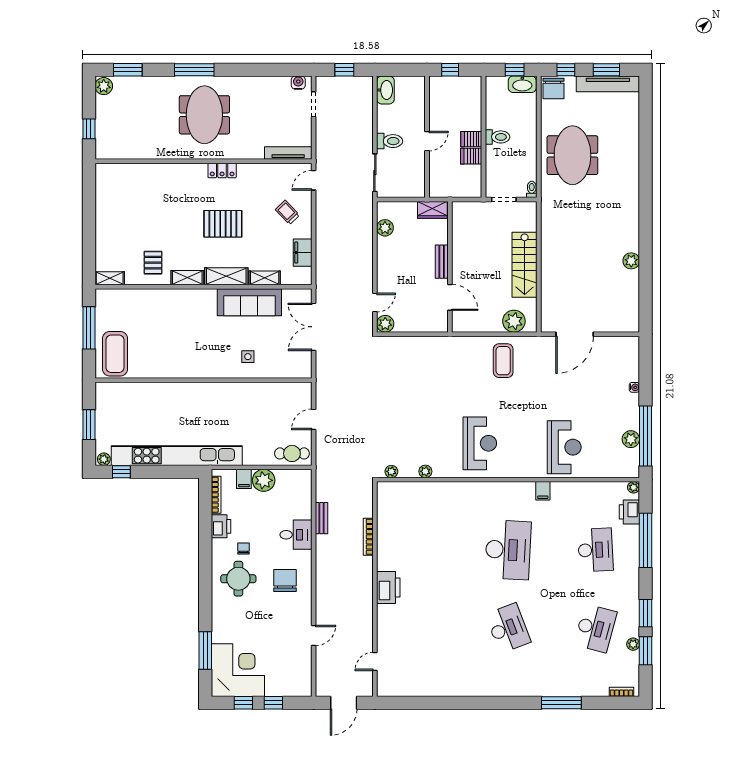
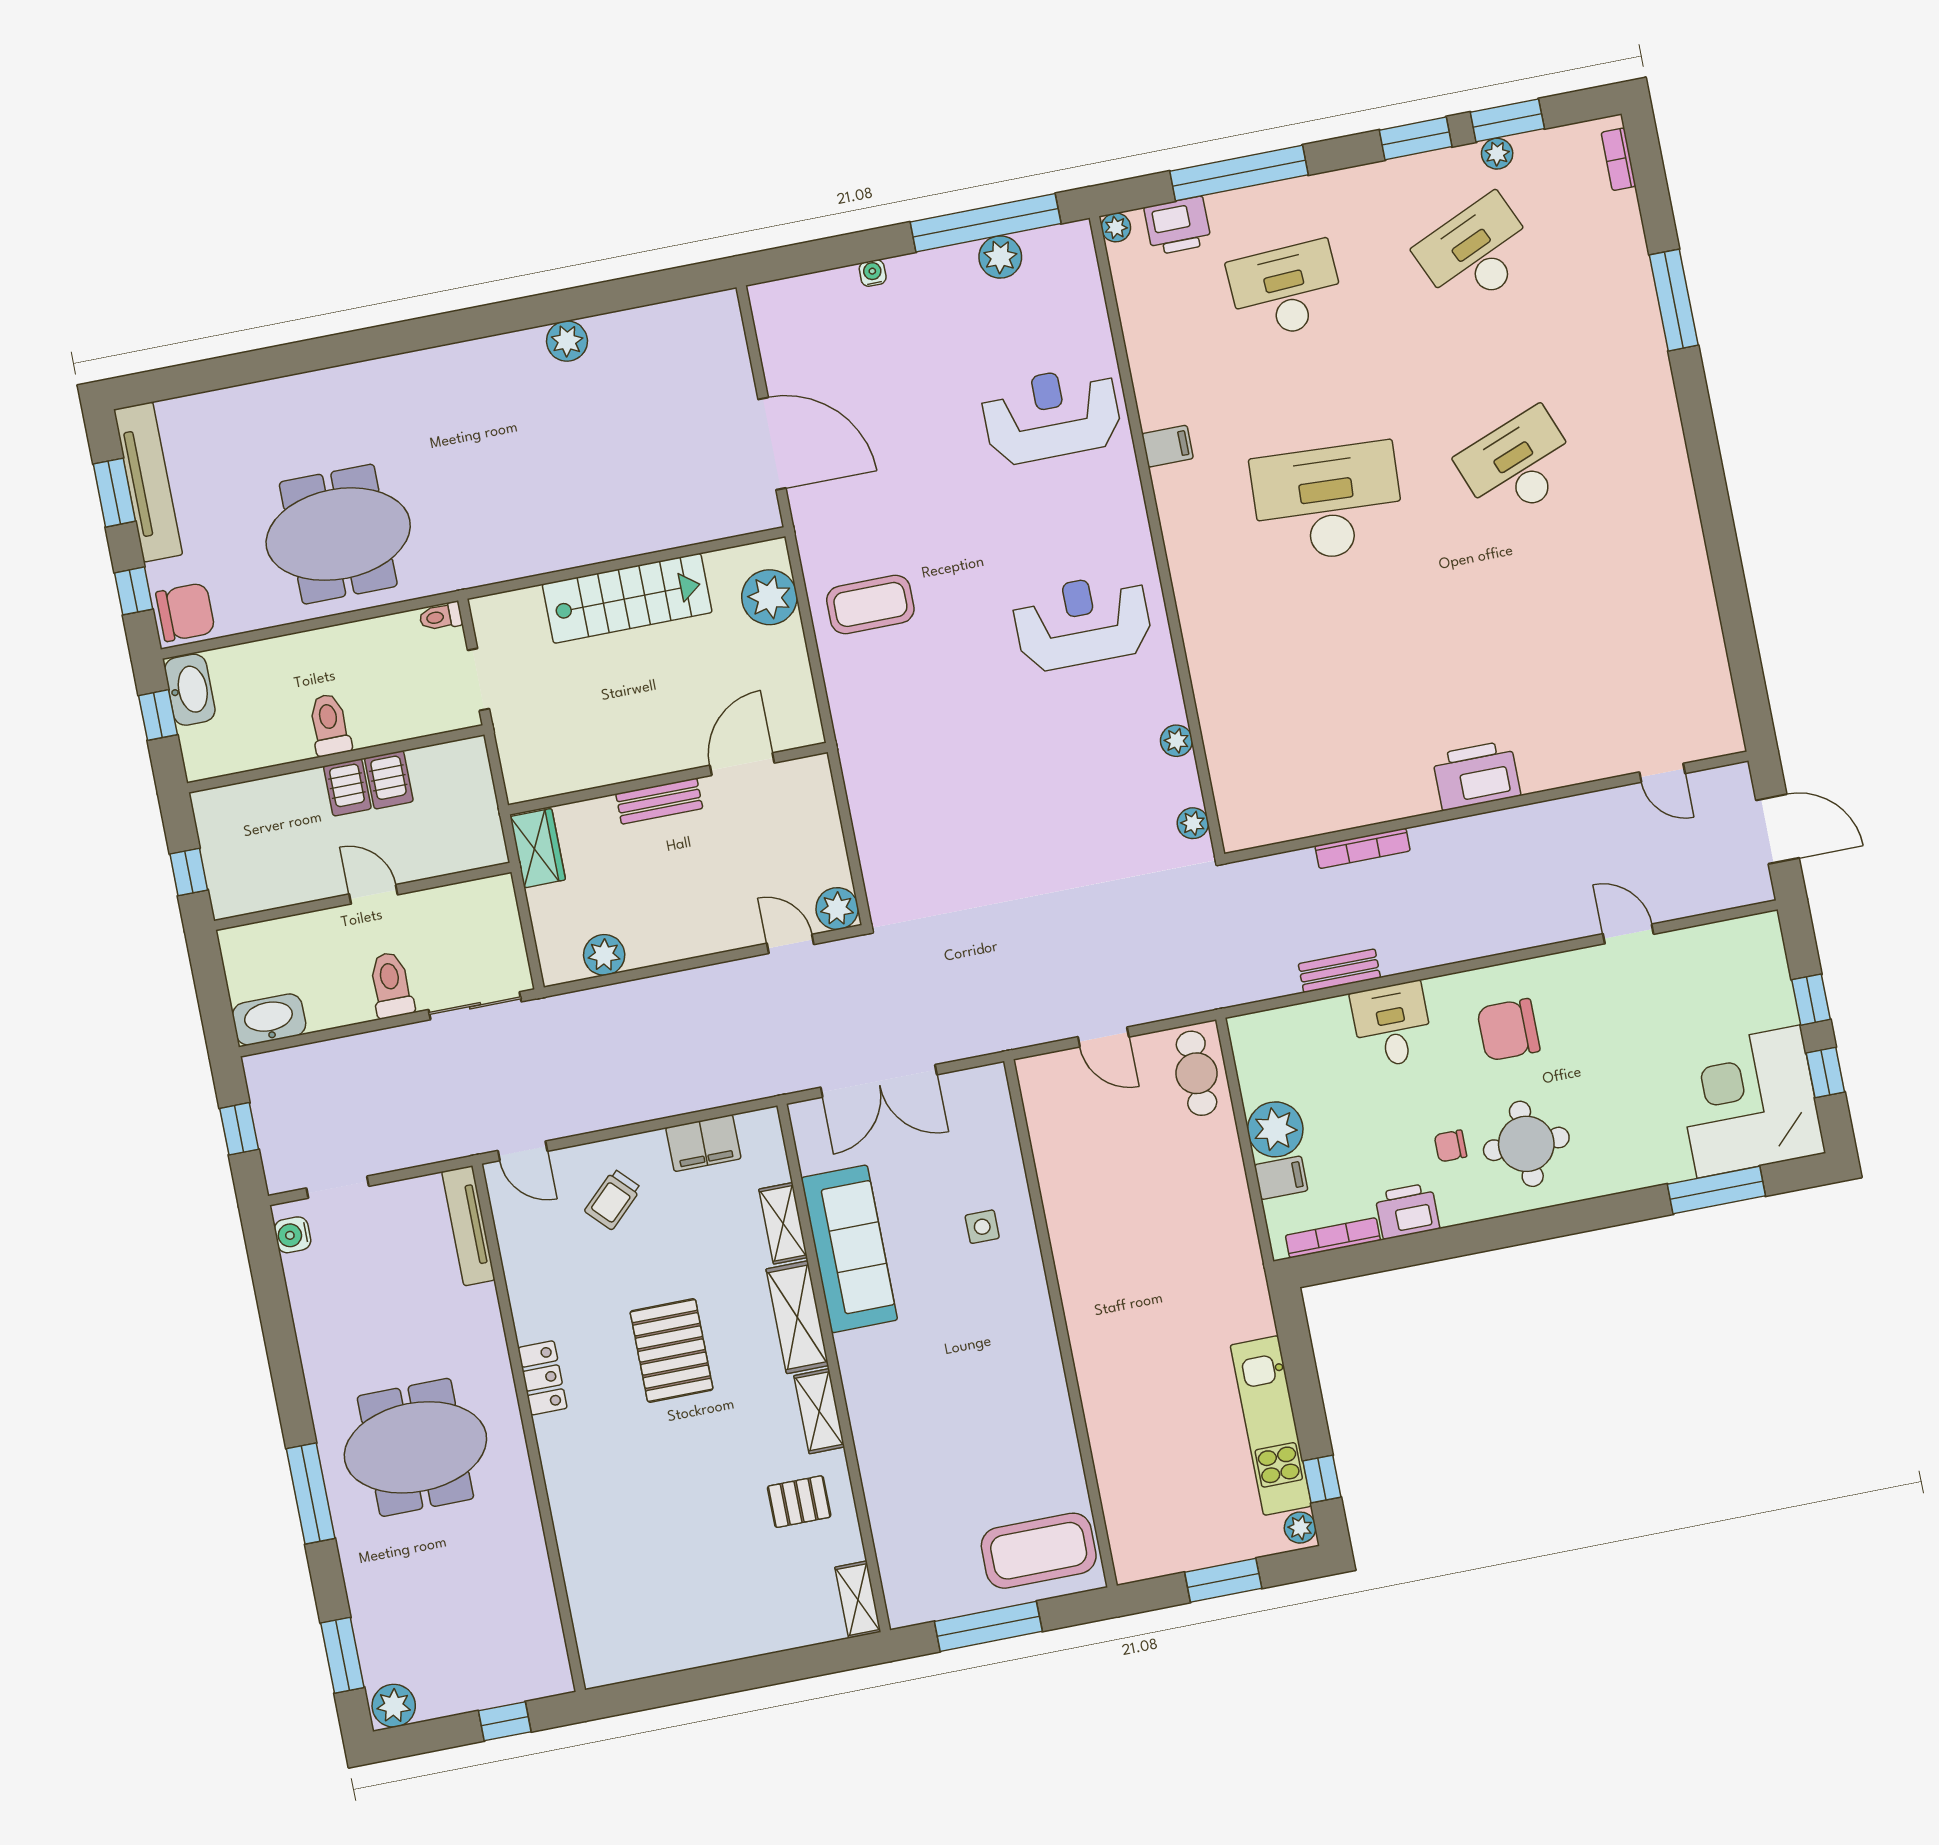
kitchen unit: (177, 456) -> (1271, 1426), width x0.54
desk: (595, 628) -> (1477, 253), turned -39

